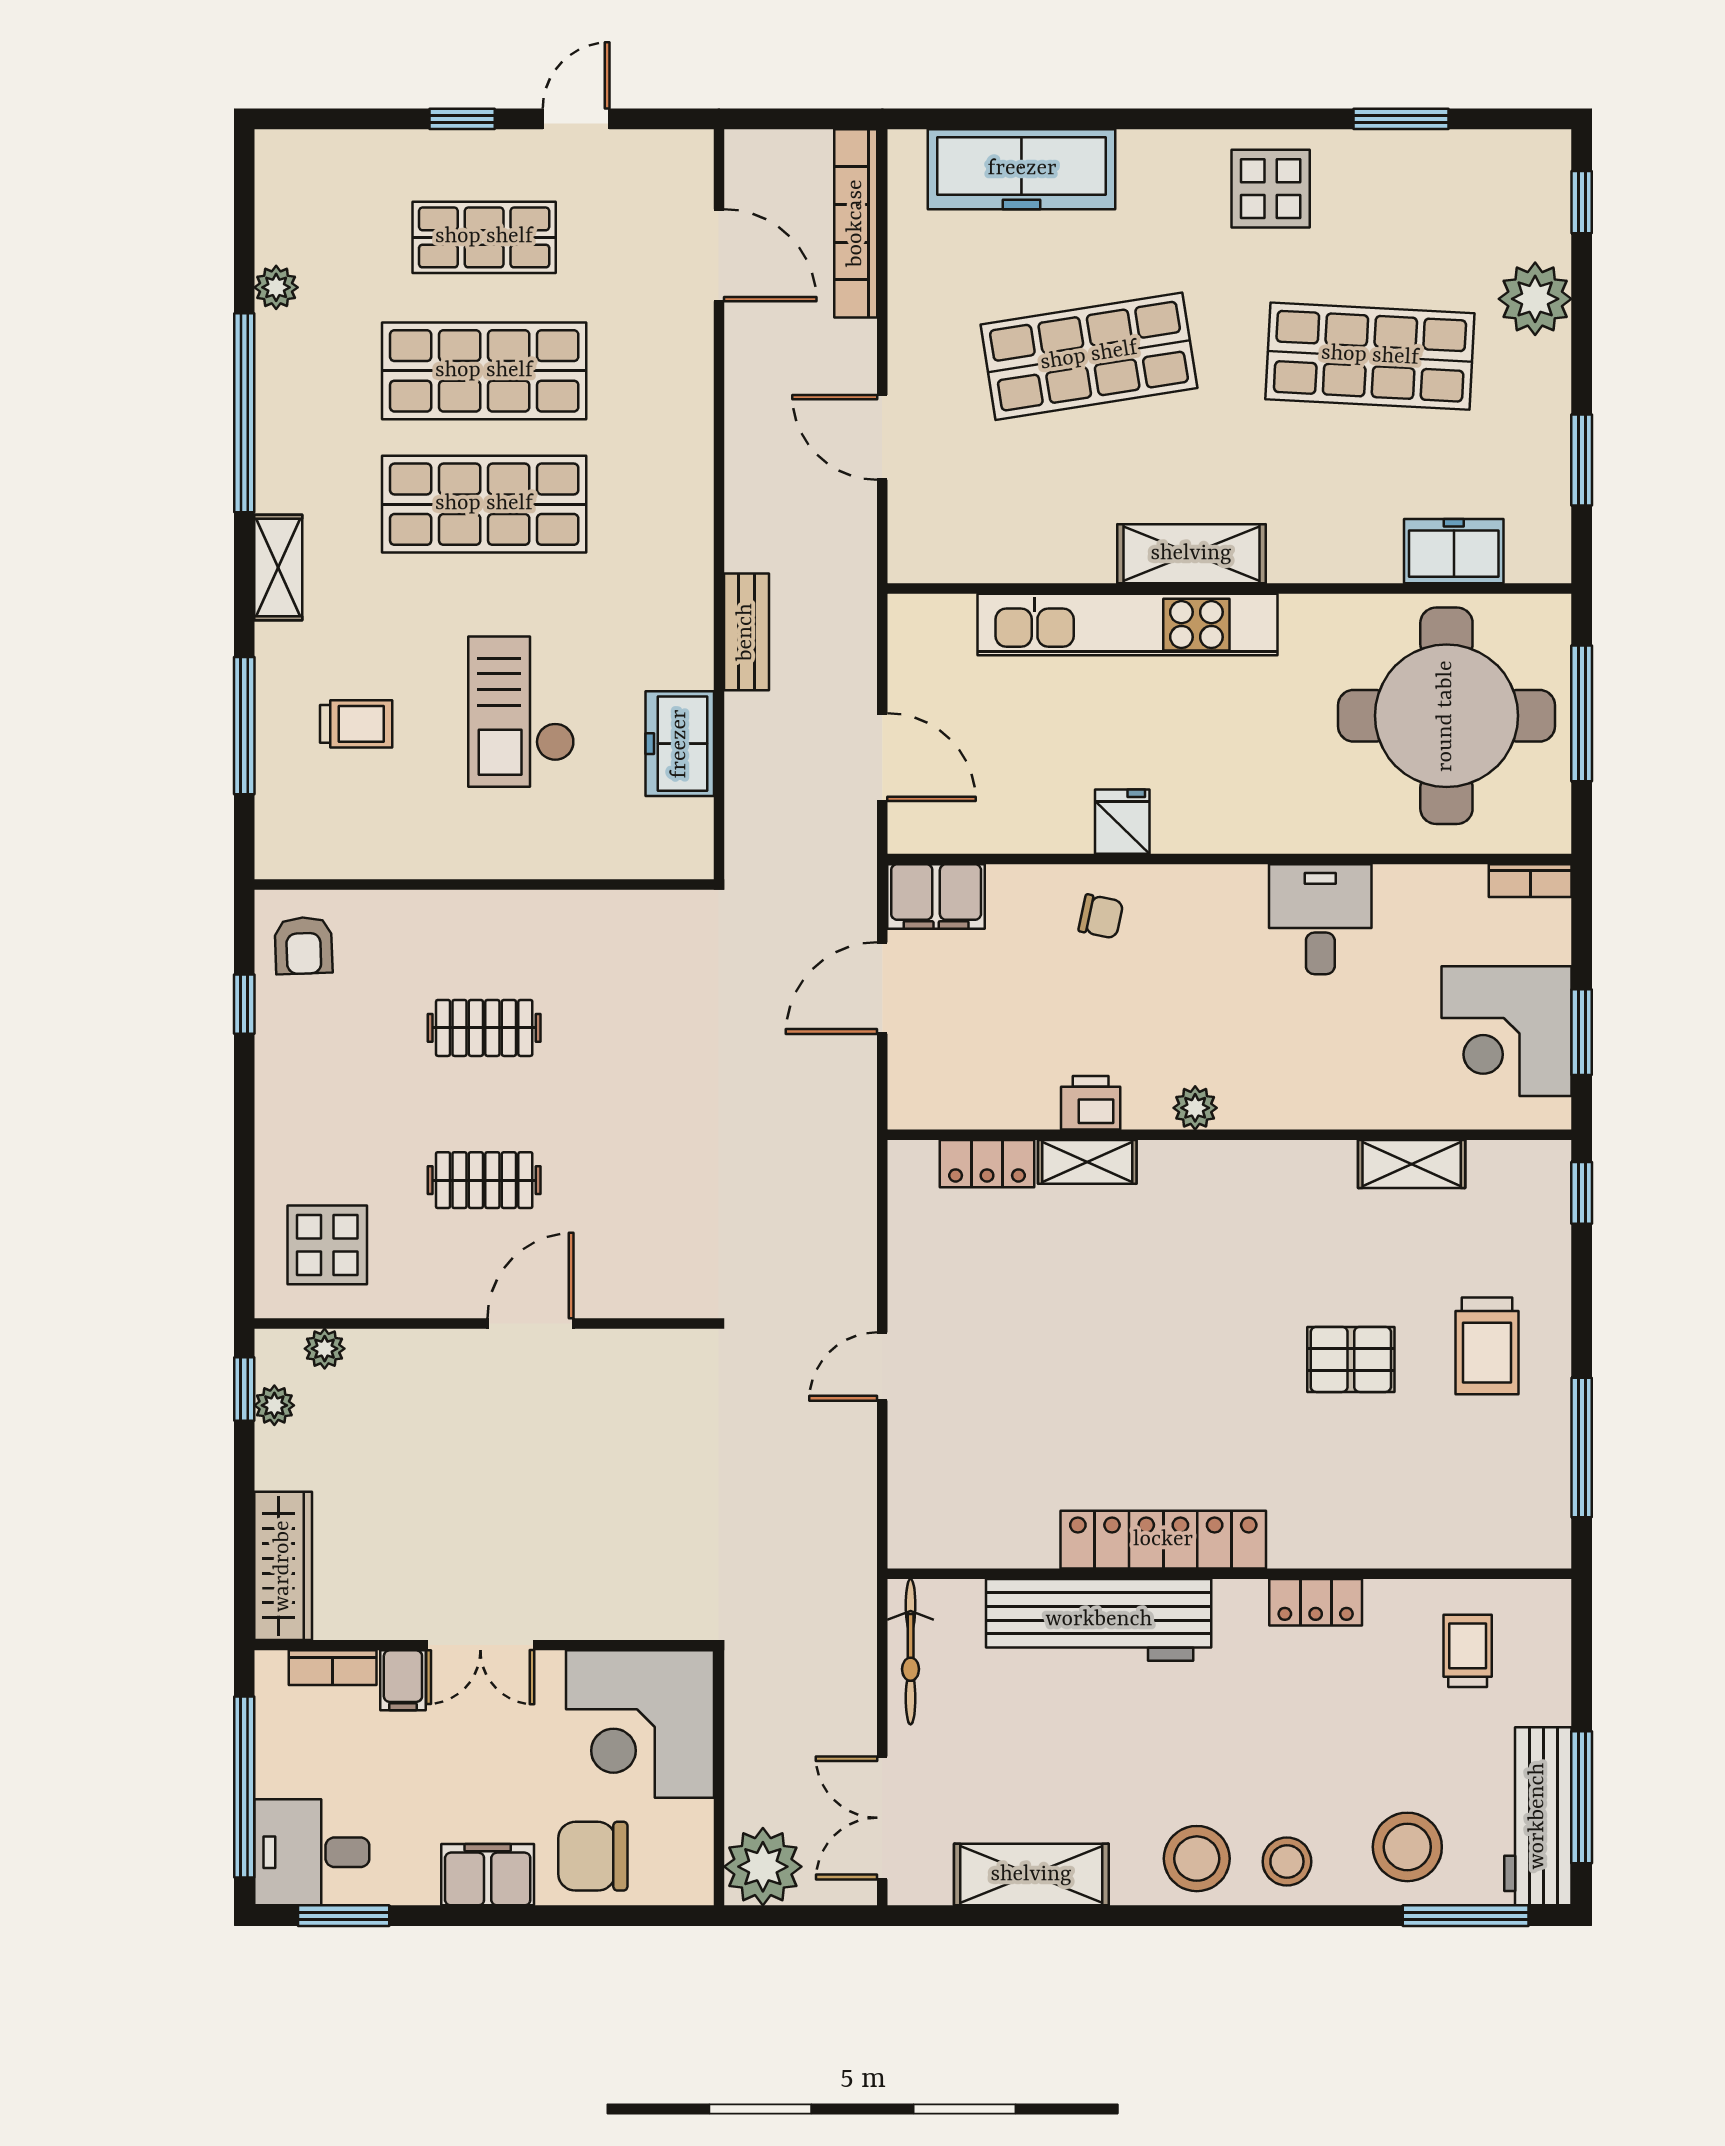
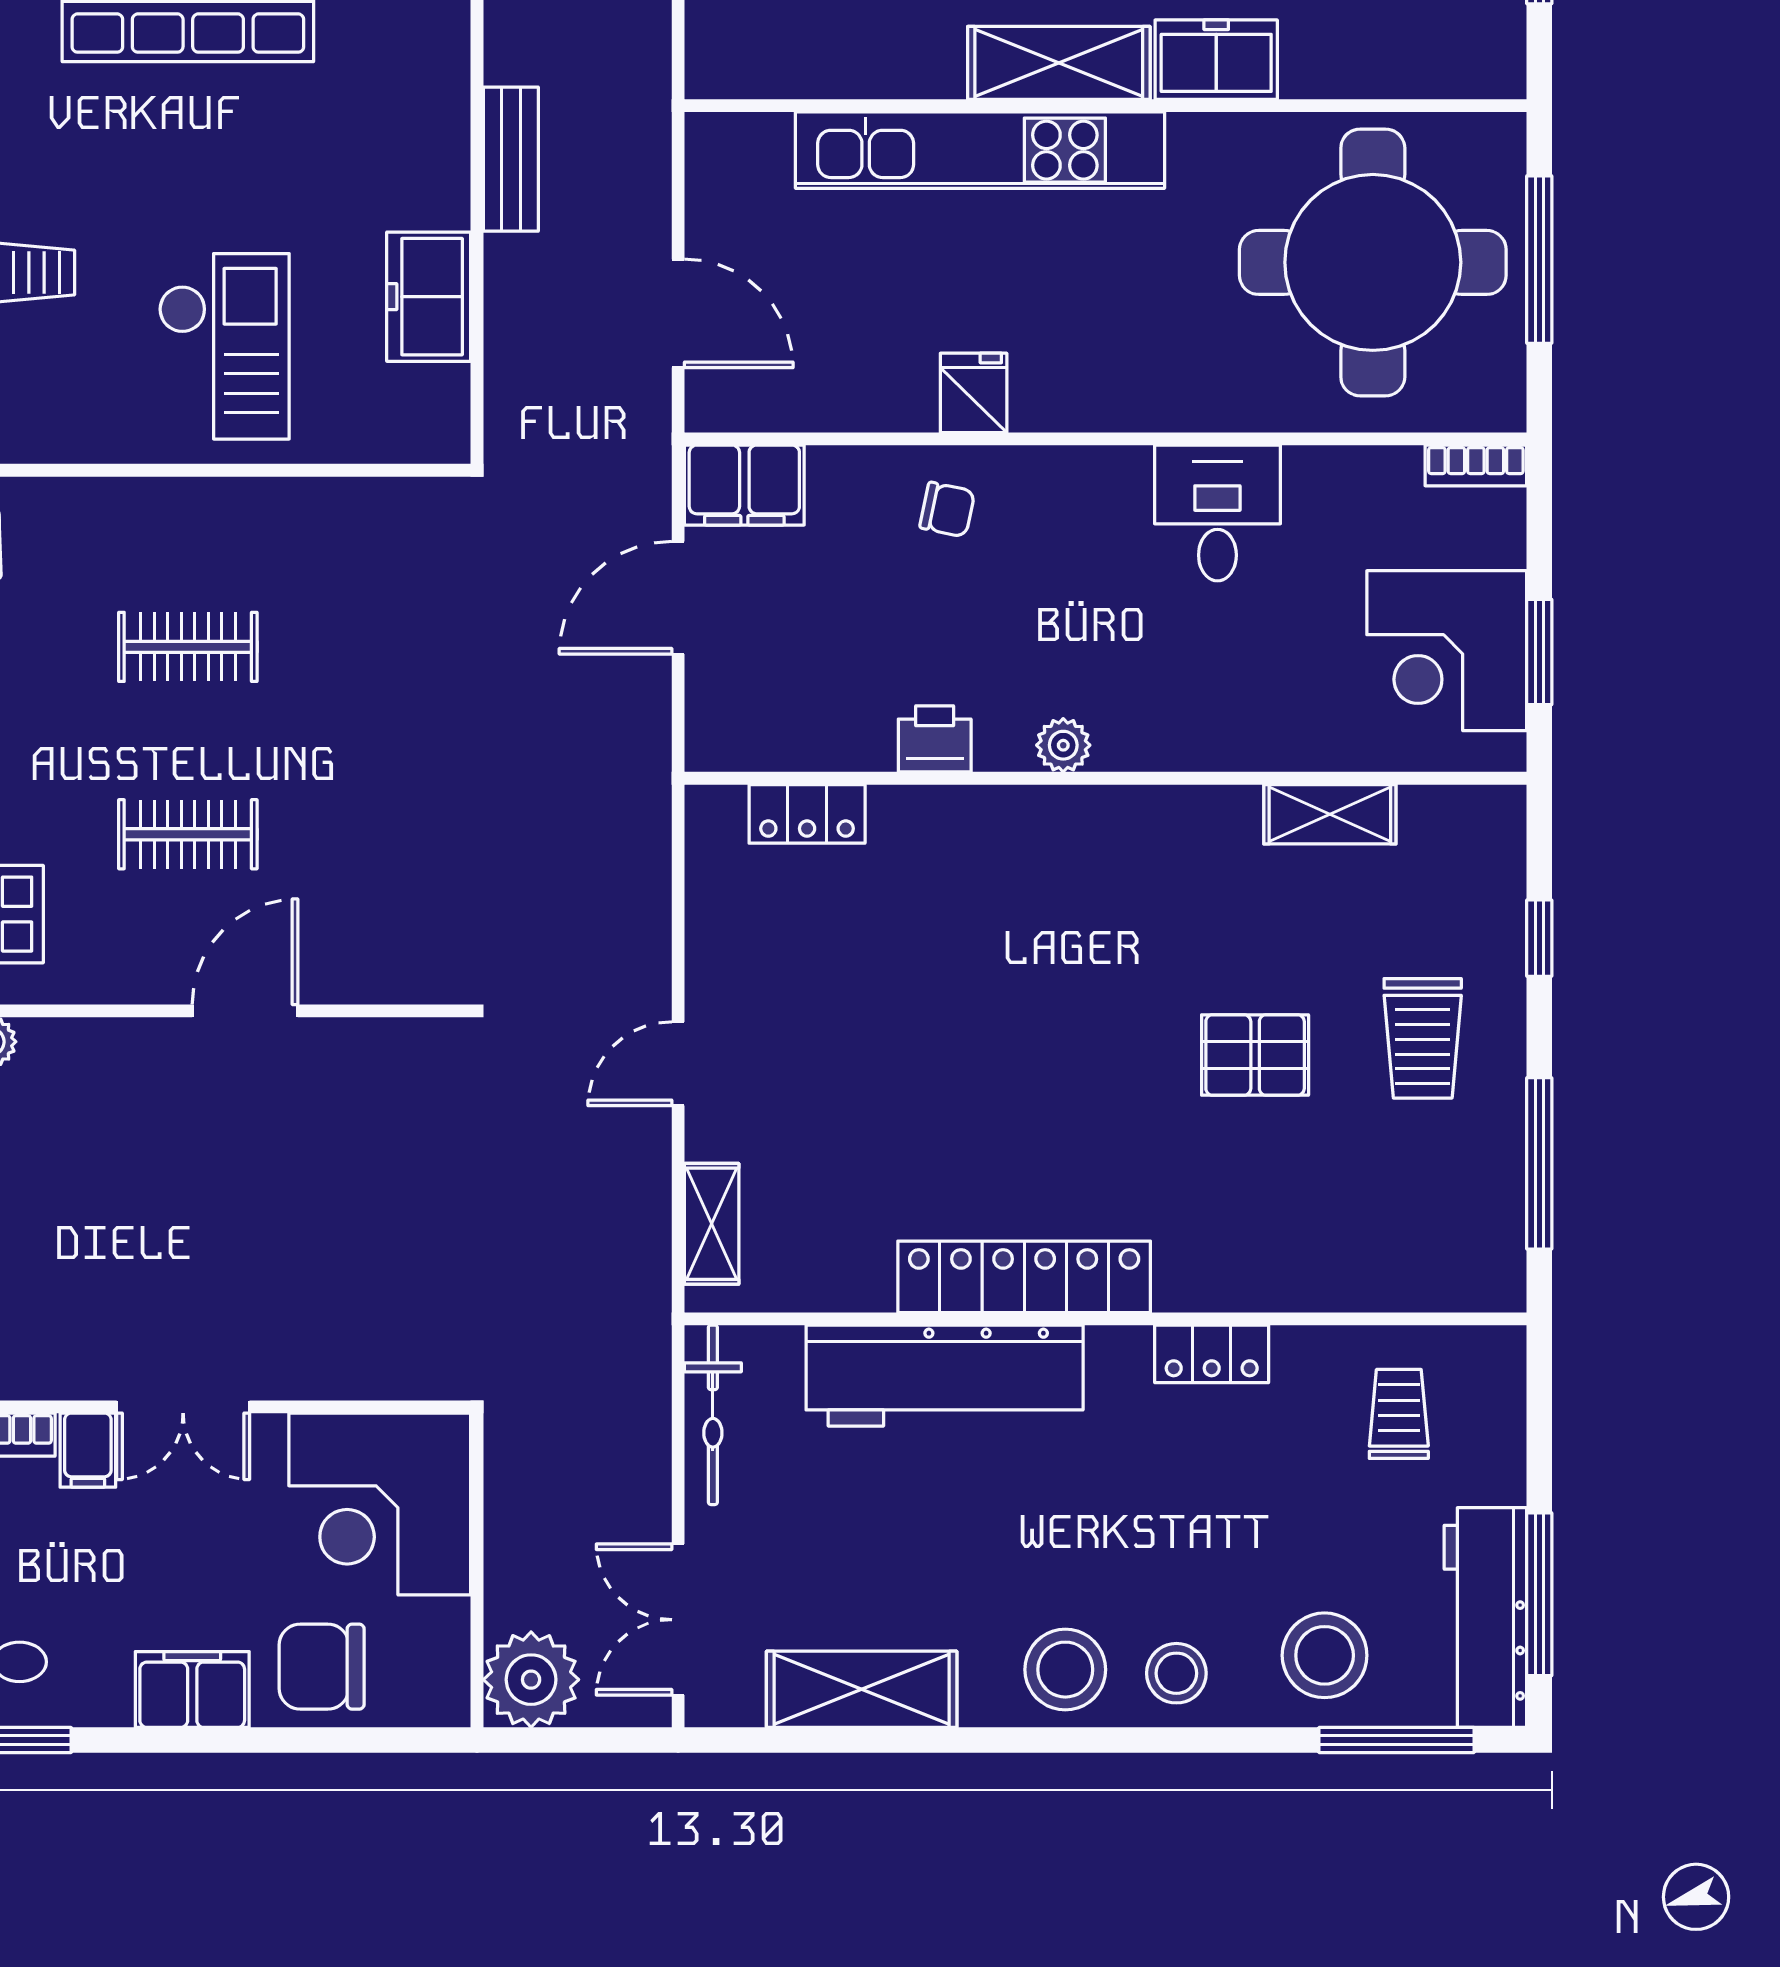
freezer: (1454, 551) -> (1216, 60), moved
checkout: (521, 712) -> (224, 346), moved, turned 180
shelving: (1087, 1162) -> (712, 1224), moved, turned 90
window: (1582, 1193) -> (1539, 938), moved

